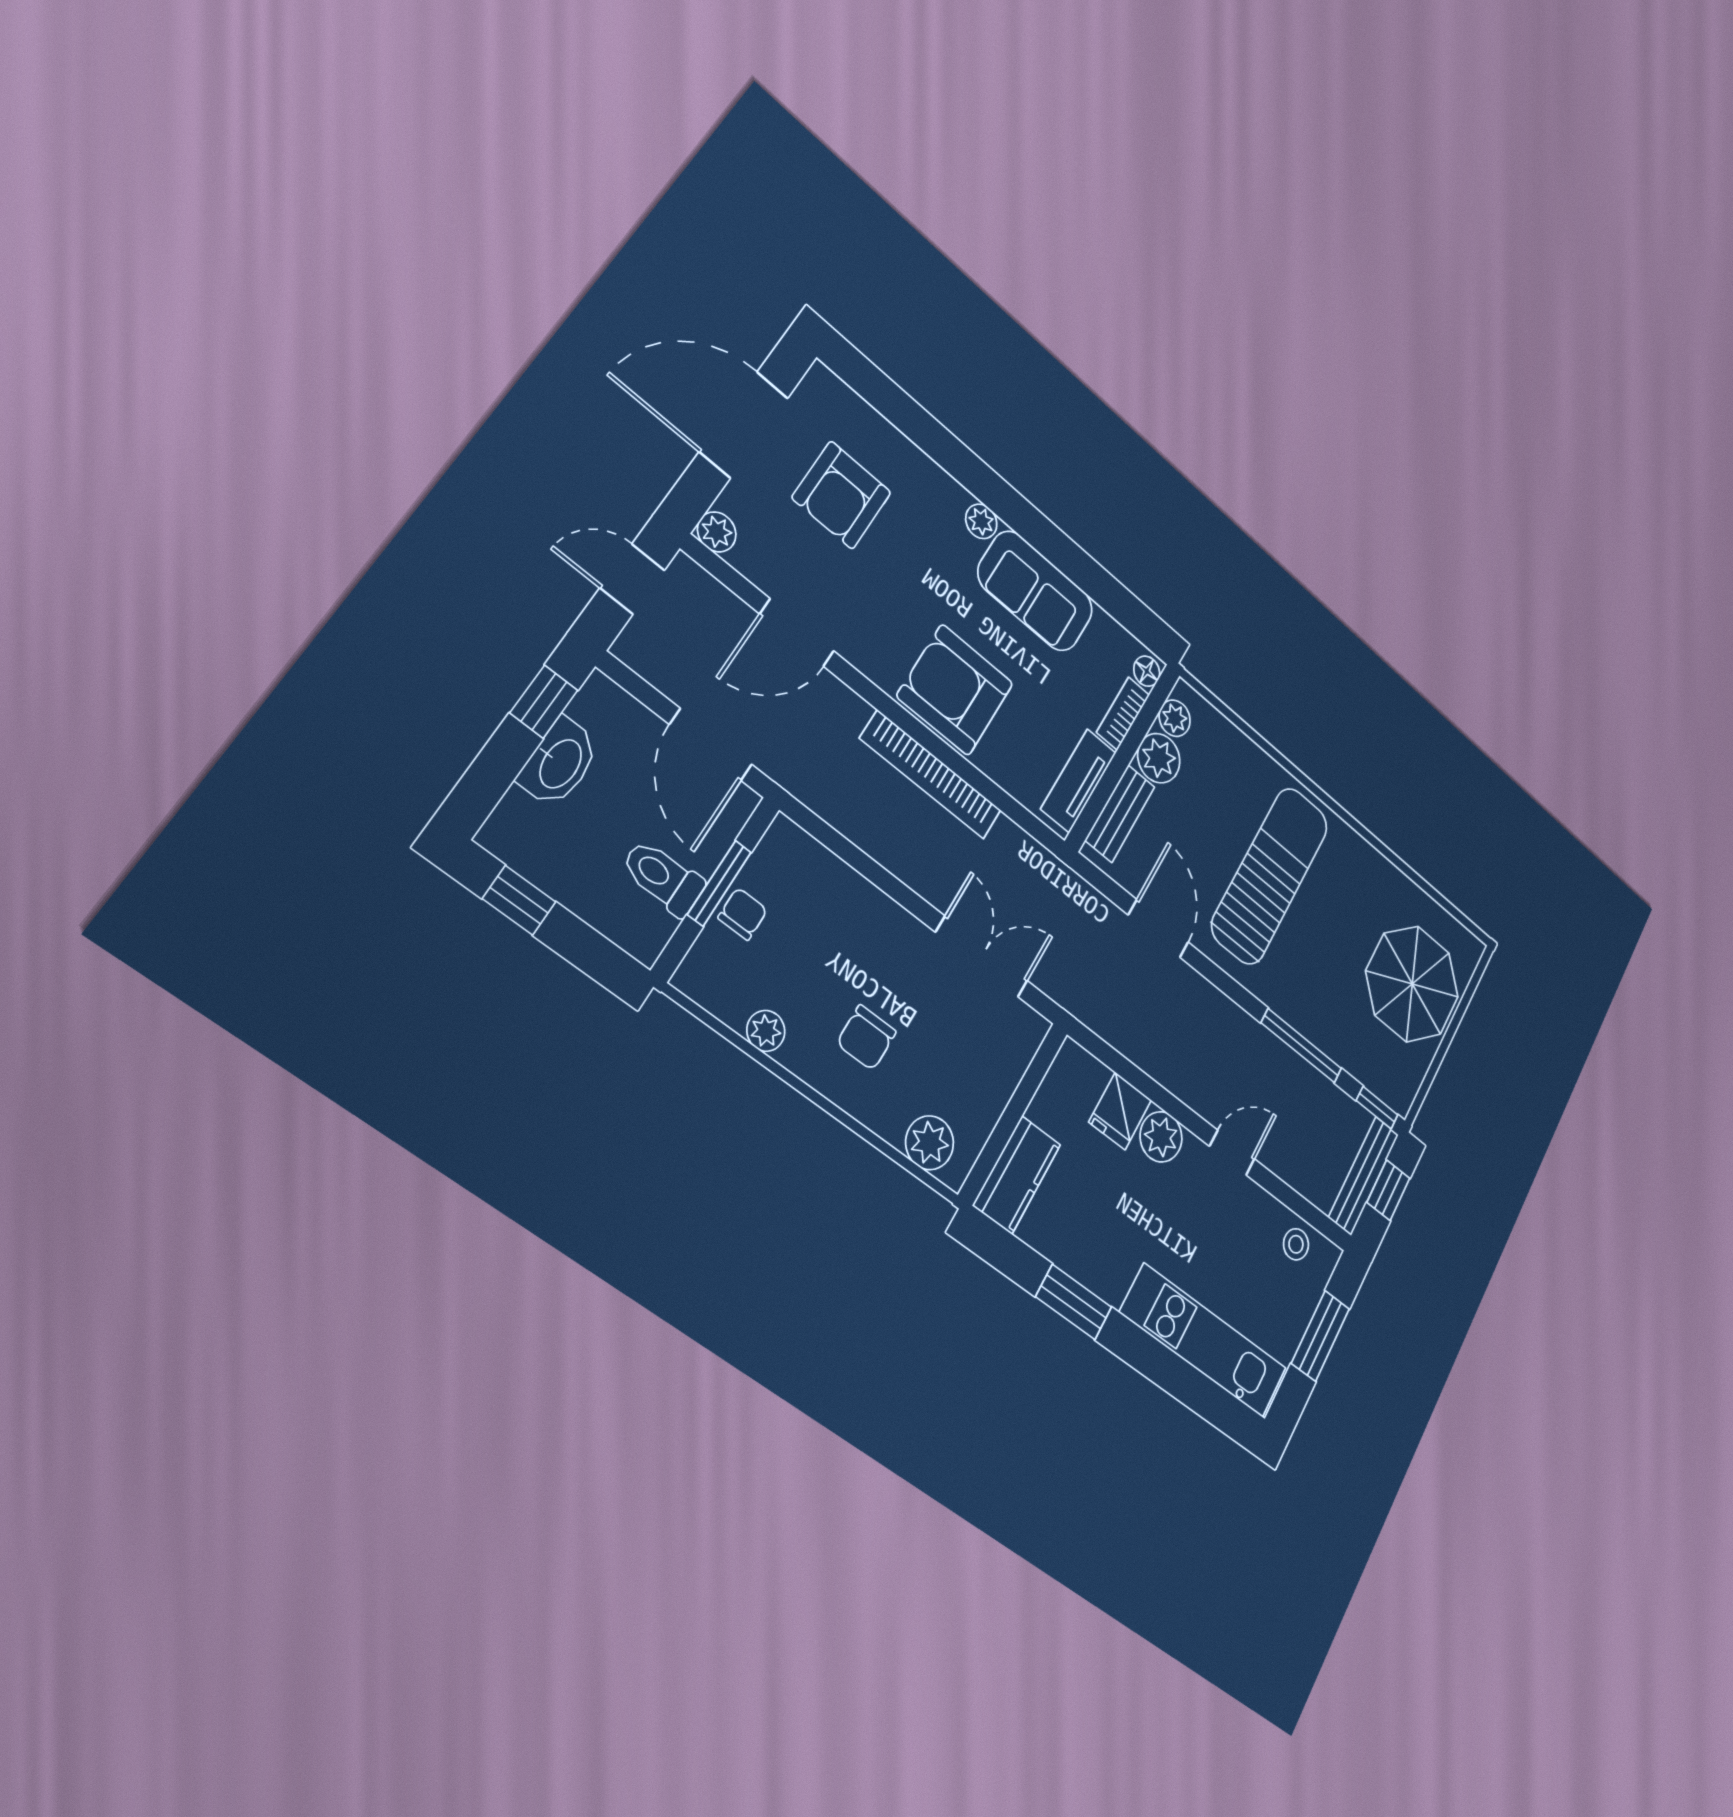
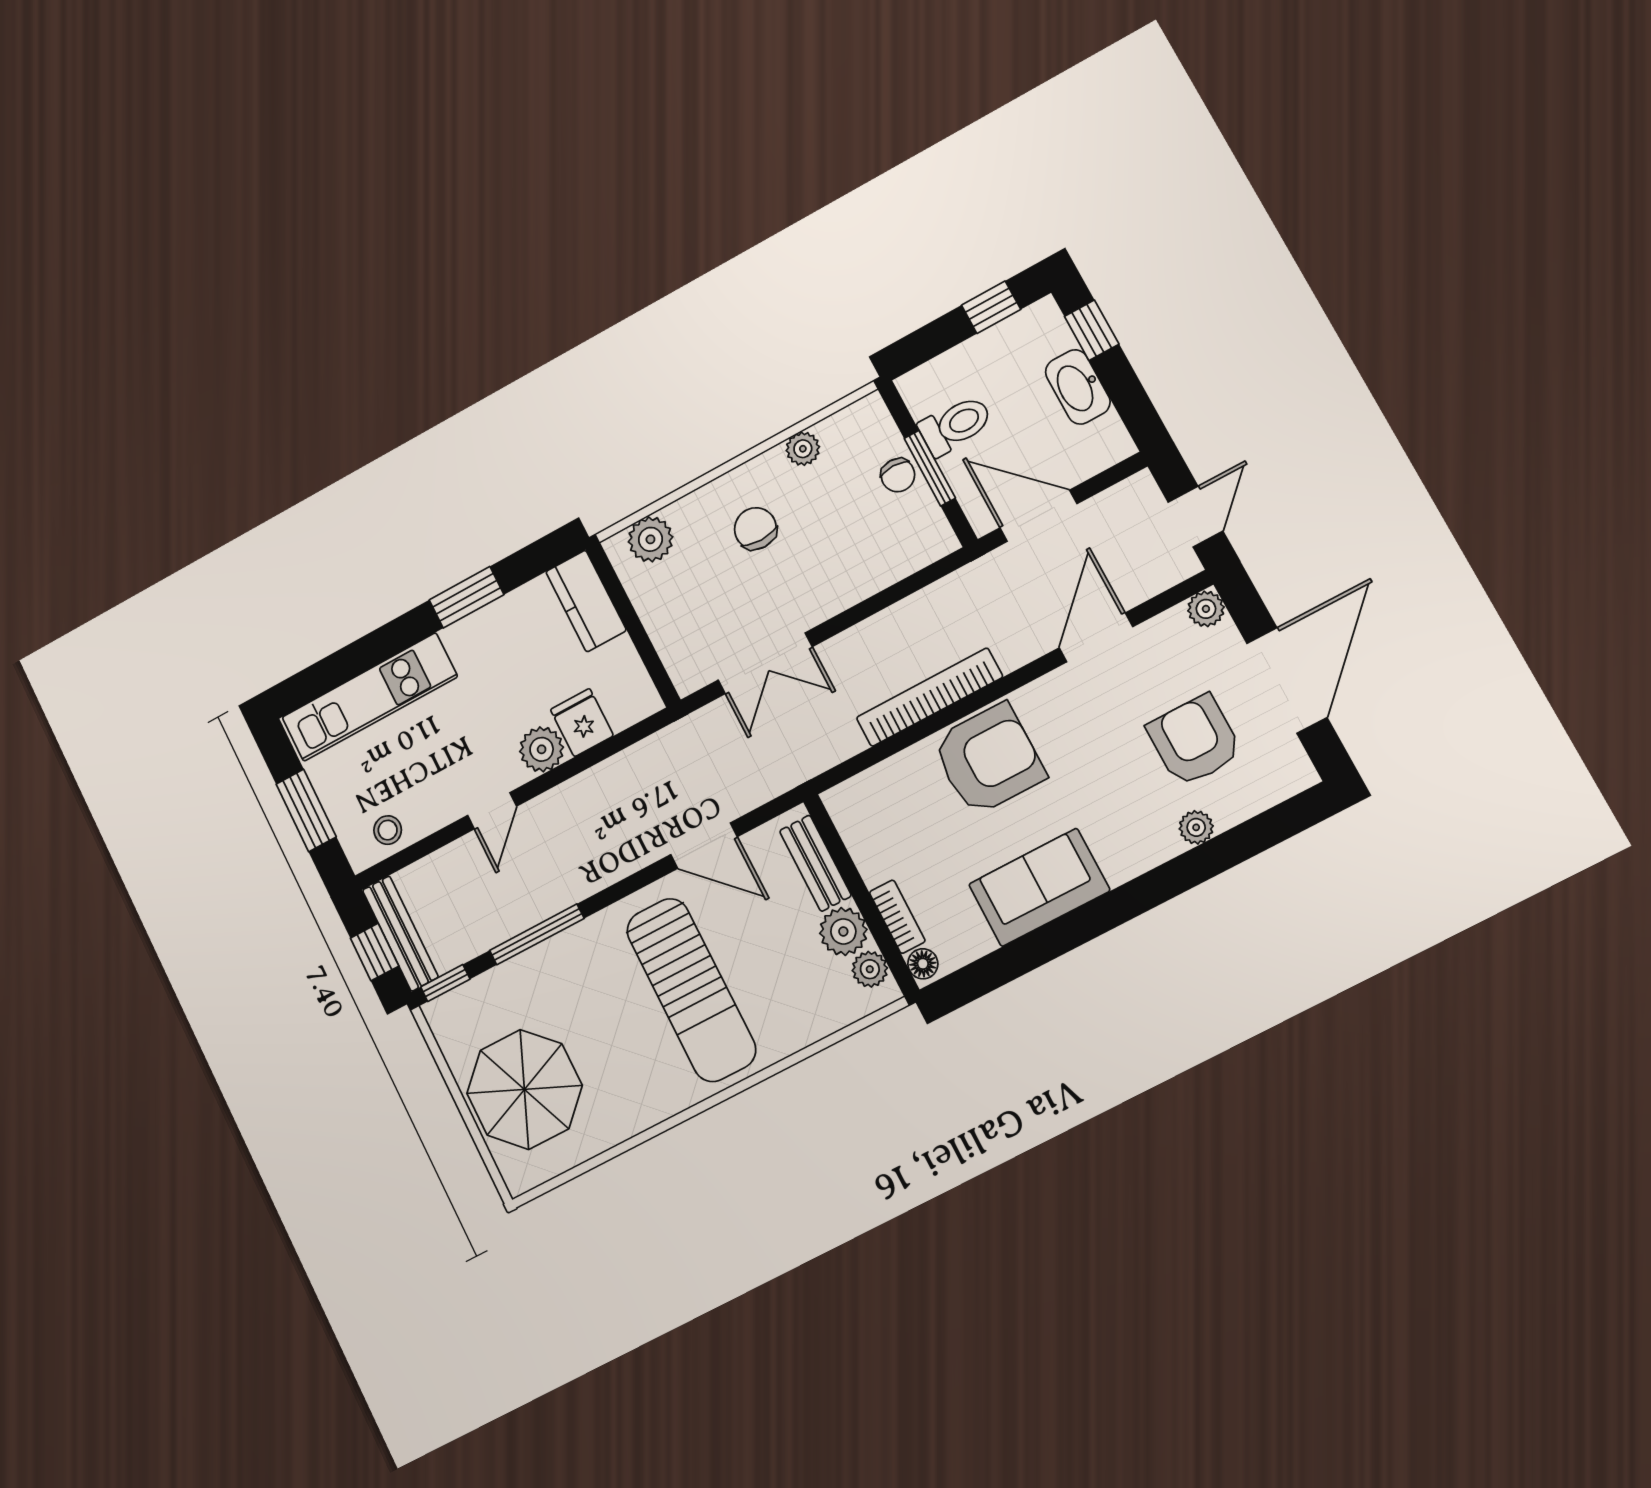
plant: (981, 521) -> (1196, 827), moved
window: (544, 702) -> (1092, 330), moved
tv unit: (1079, 781) -> (861, 837), removed

